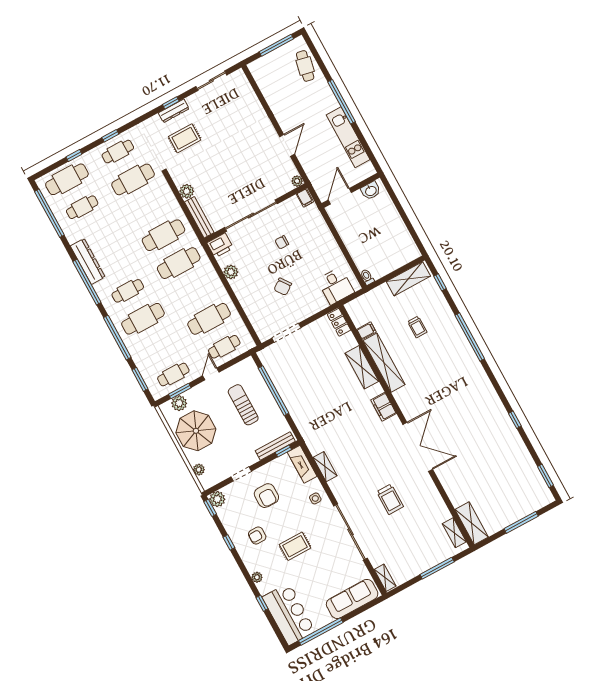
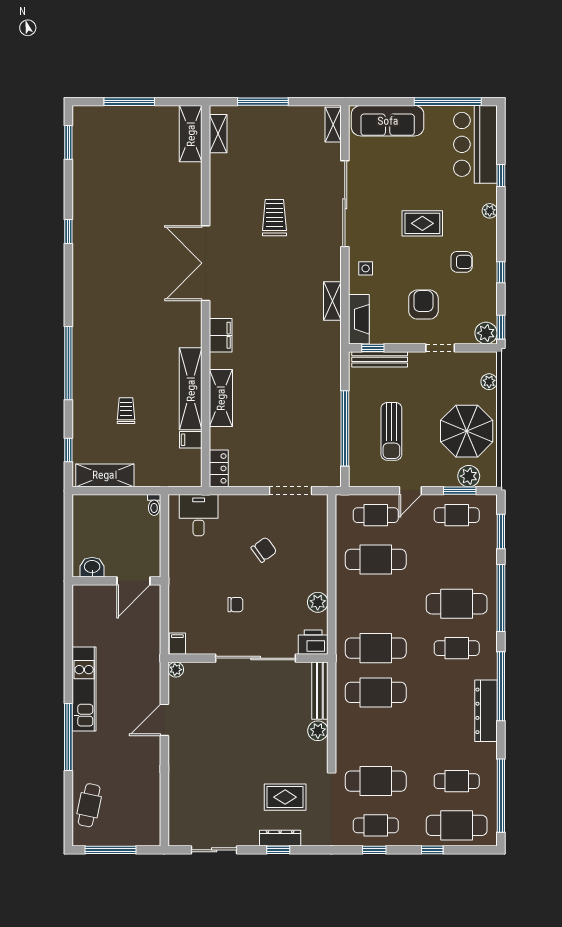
wall: (351, 190) -> (116, 581), moved
washbasin: (371, 191) -> (92, 567), moved
door: (340, 196) -> (133, 581), moved

